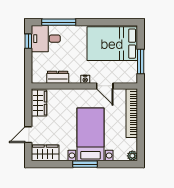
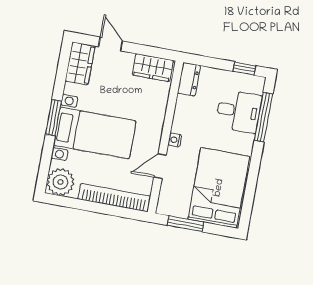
desk: (46, 39) -> (239, 111), moved, turned 90
dresser: (58, 77) -> (189, 79), moved
plant: (132, 156) -> (60, 182), width x1.88, depth x1.88

